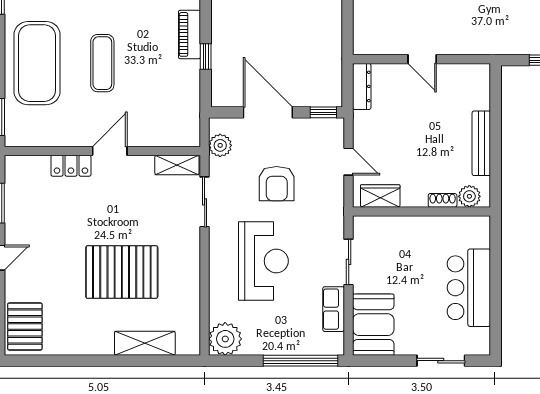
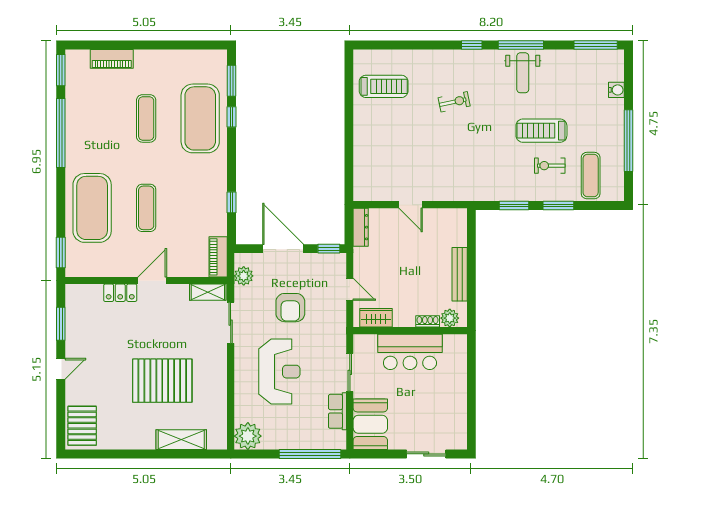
piano: (189, 34) -> (218, 257), moved
bar counter: (469, 288) -> (410, 352), moved, turned -90

